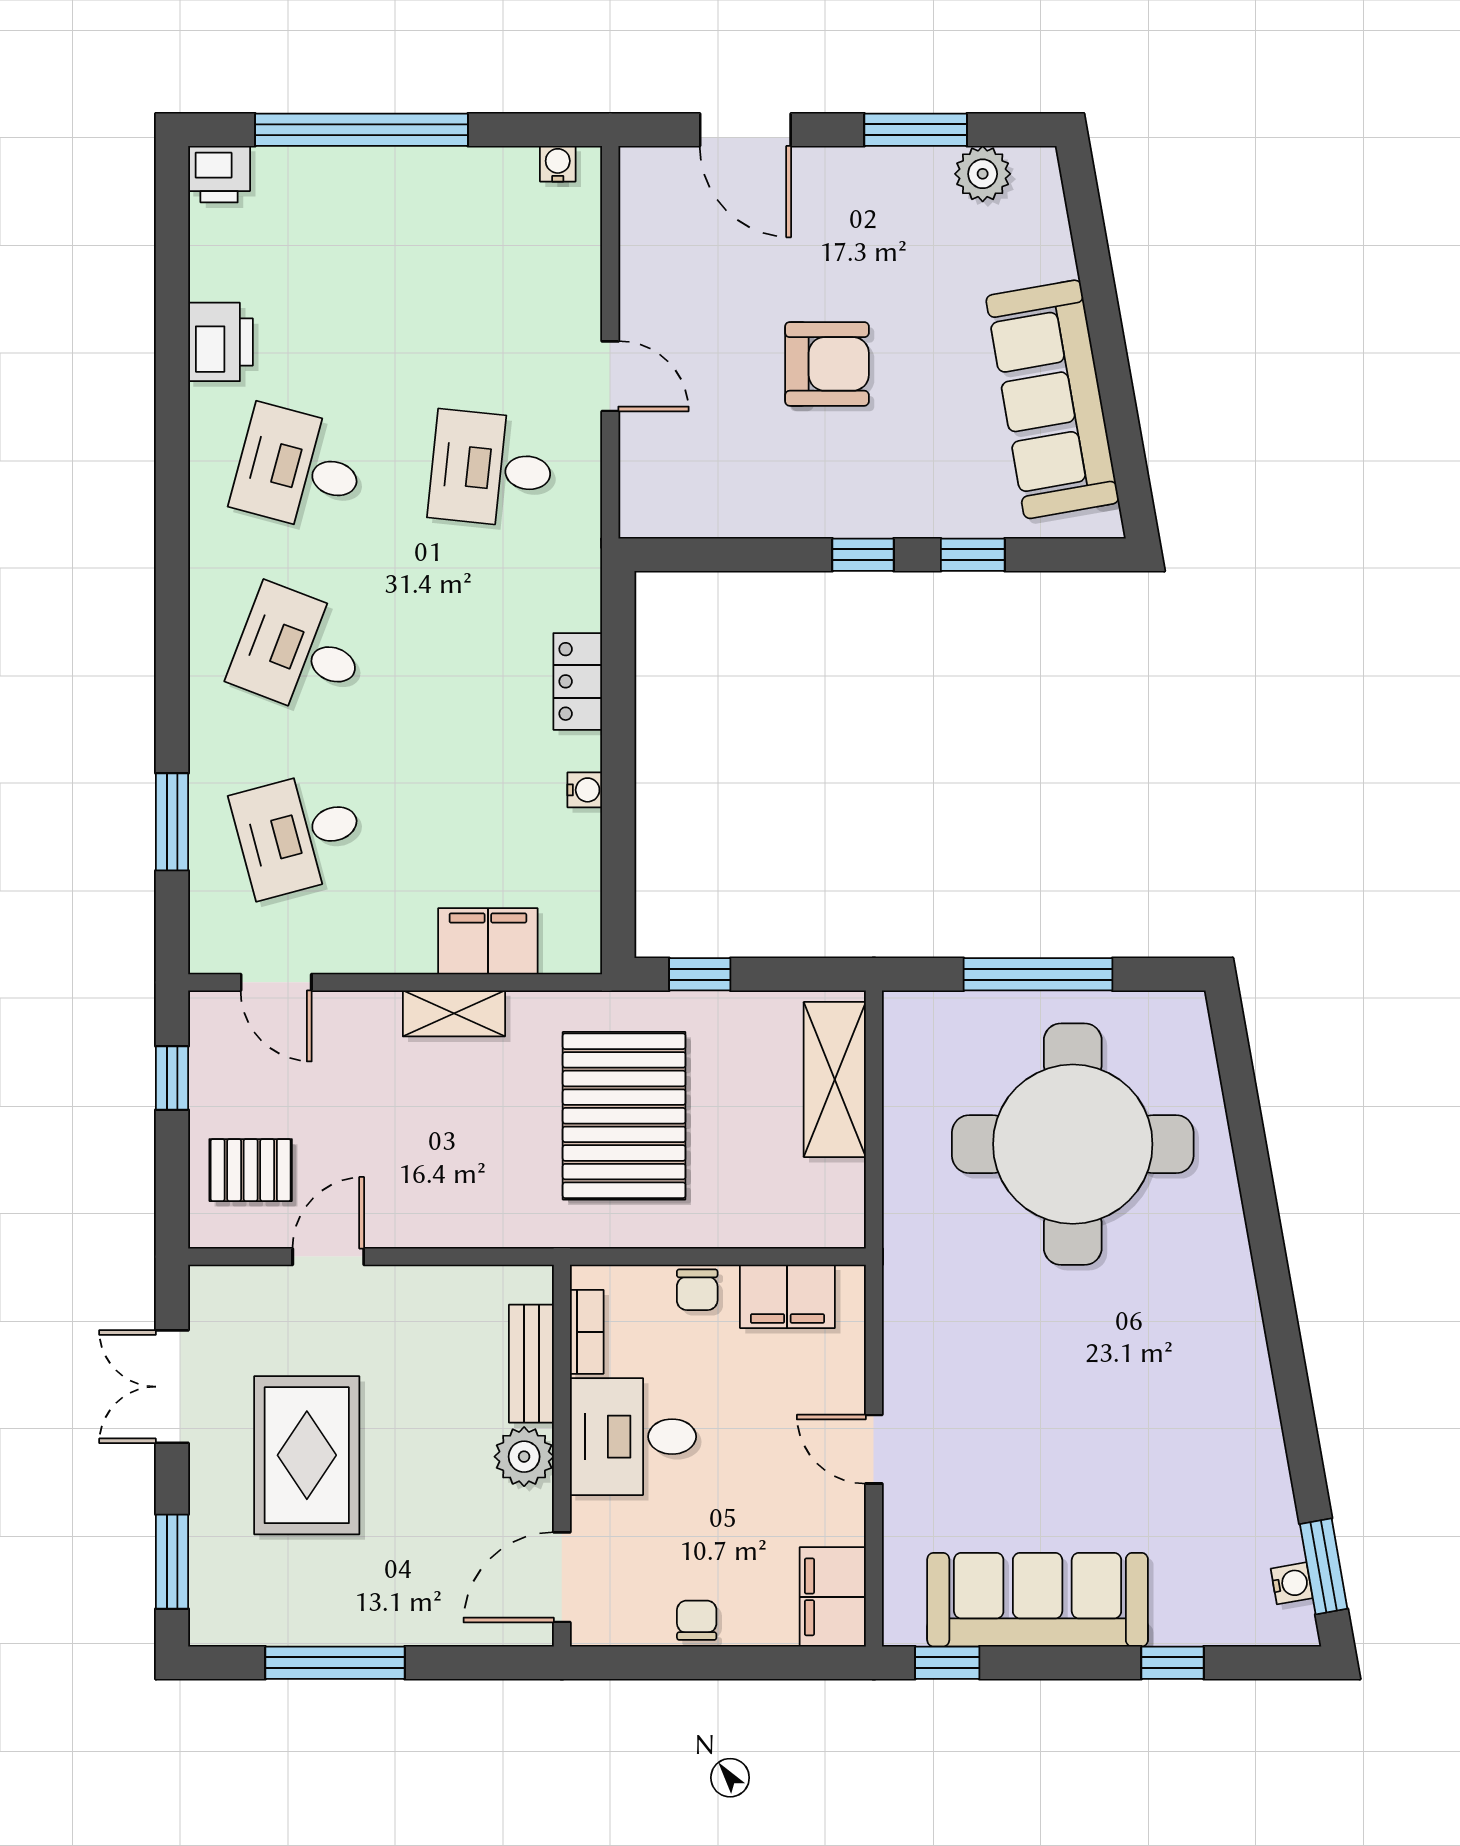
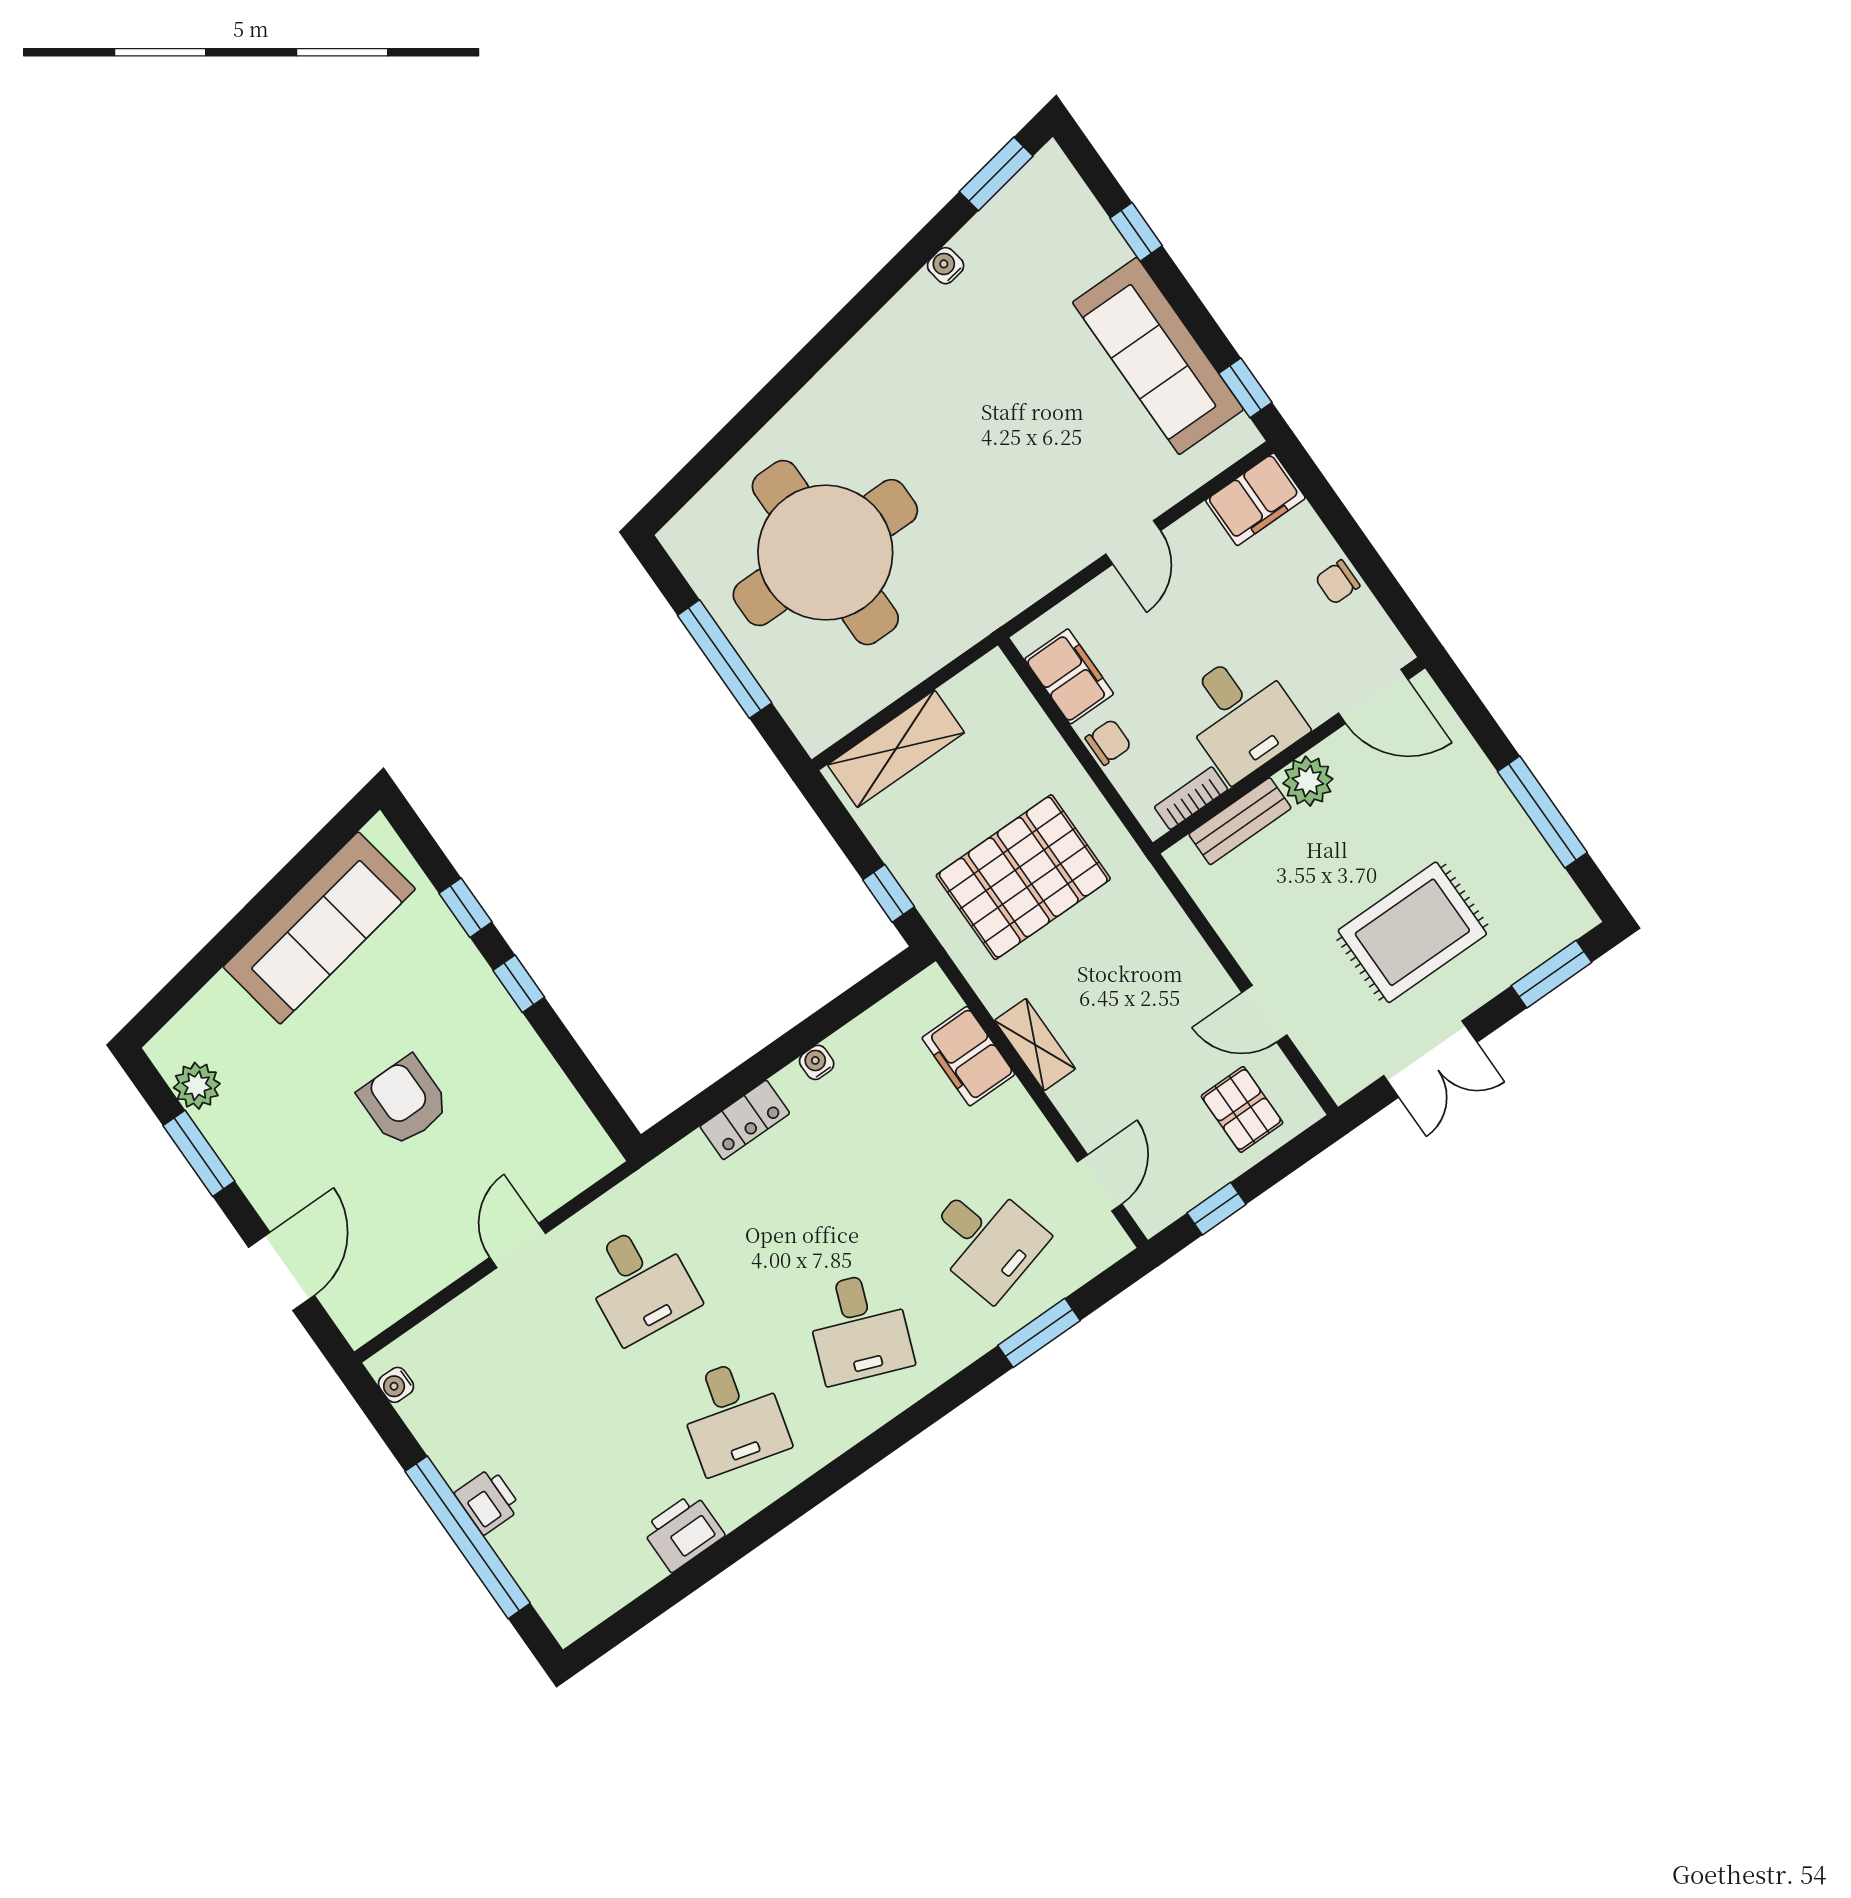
printer: (219, 174) -> (488, 1501), moved
water cooler: (1292, 1583) -> (946, 266), moved

